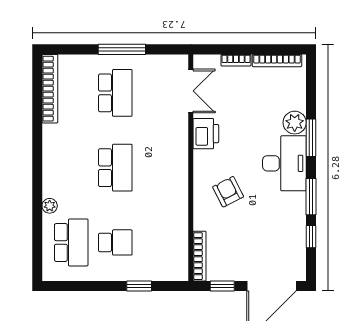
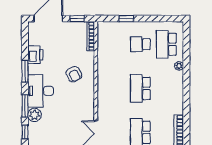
printer: (206, 134) -> (35, 55), moved, turned 180
window: (311, 237) -> (25, 132), moved

